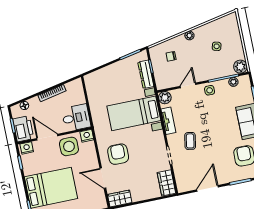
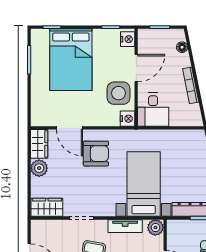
printer: (23, 129) -> (153, 40), removed
door: (103, 178) -> (69, 128), swing flipped
plant: (138, 195) -> (39, 168), added

